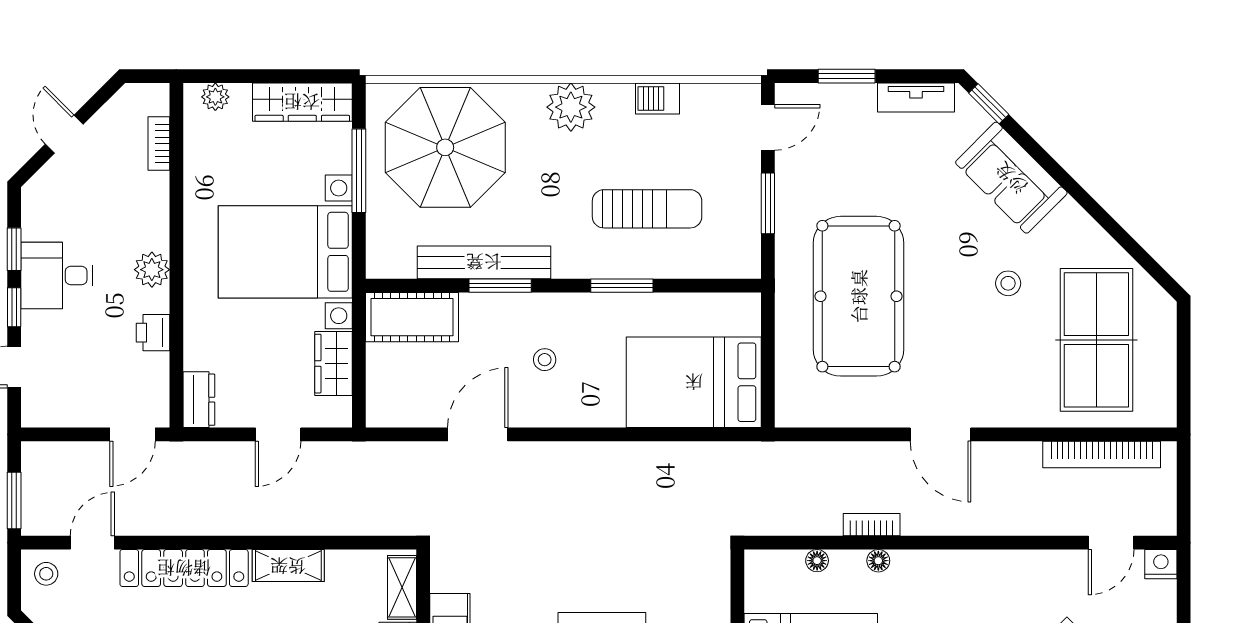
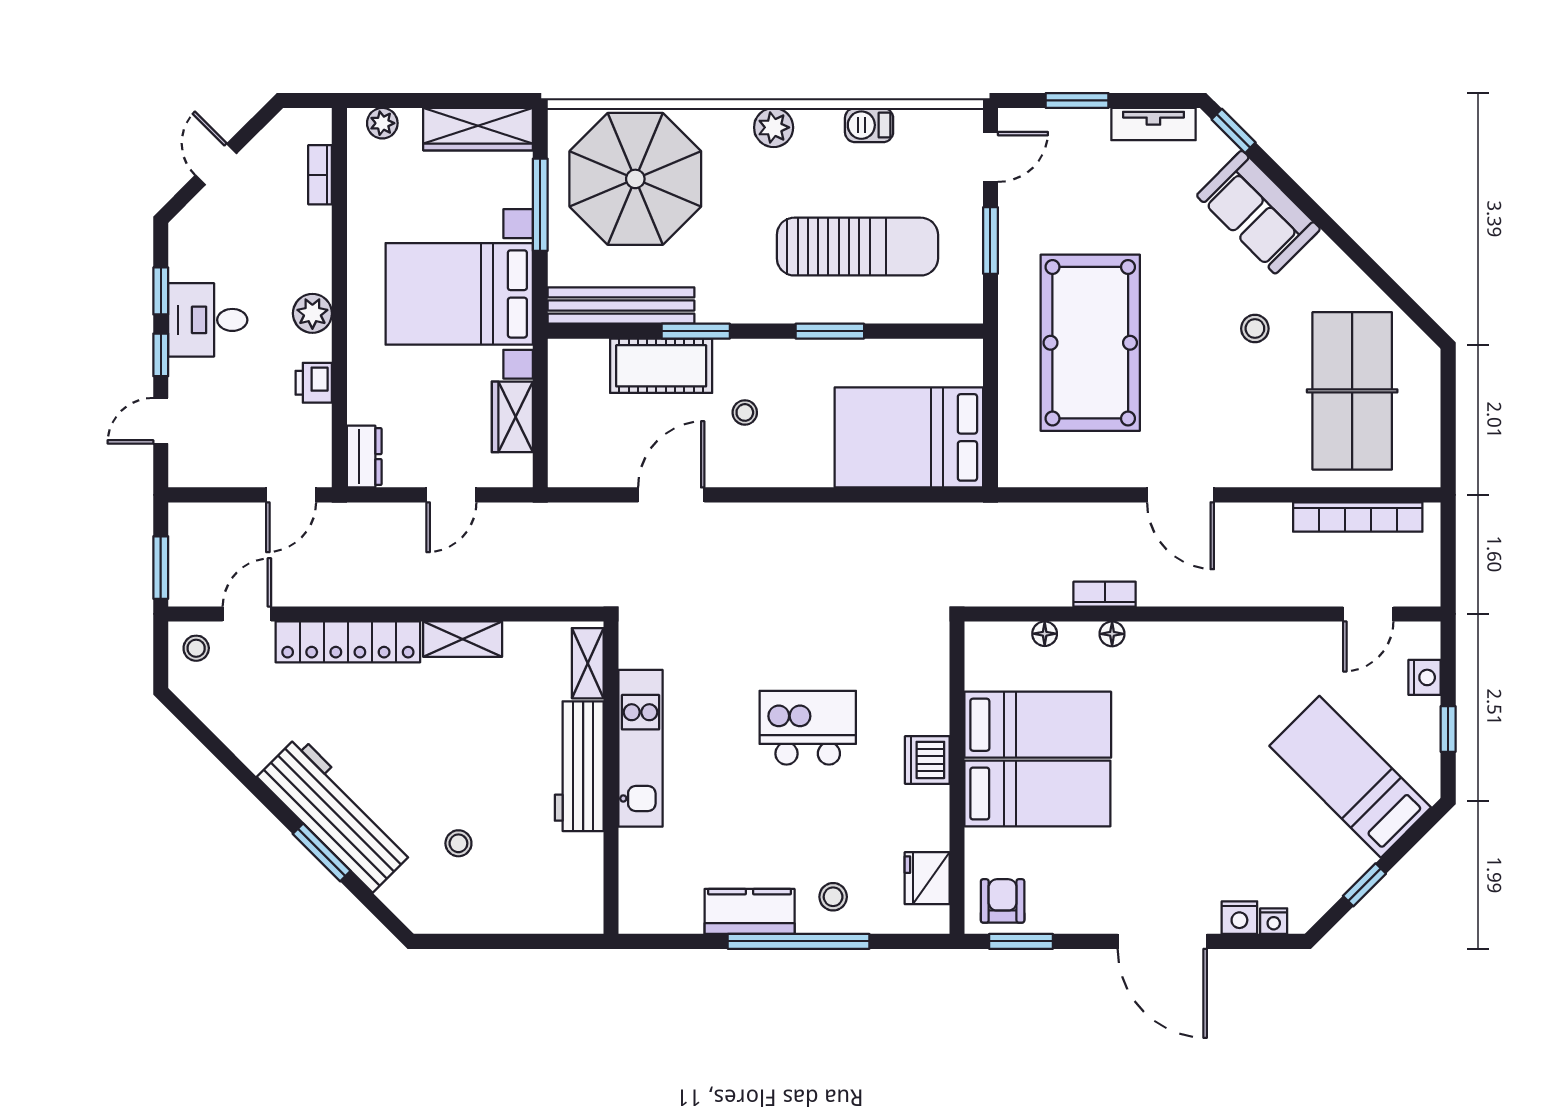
plant: (571, 107) -> (774, 127), width x0.73, depth x0.73
sun lounger: (647, 209) -> (857, 247), width x1.36, depth x1.34
bench: (484, 262) -> (621, 306), moved
cot: (412, 317) -> (661, 366), moved
nightstand: (1161, 564) -> (1425, 677), moved, turned 90

